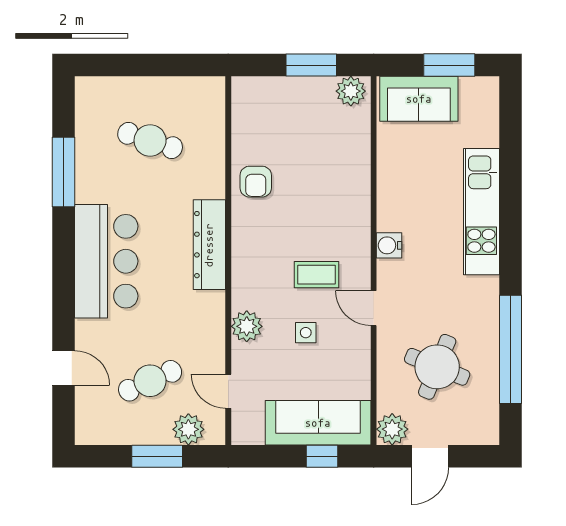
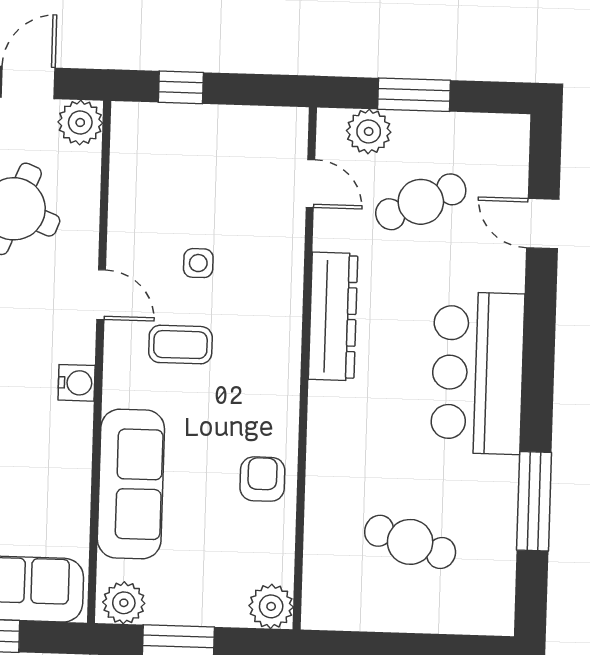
dresser: (209, 245) -> (333, 316), moved
plant: (247, 326) -> (271, 606), moved
sofa: (318, 423) -> (131, 484), moved, turned -90

